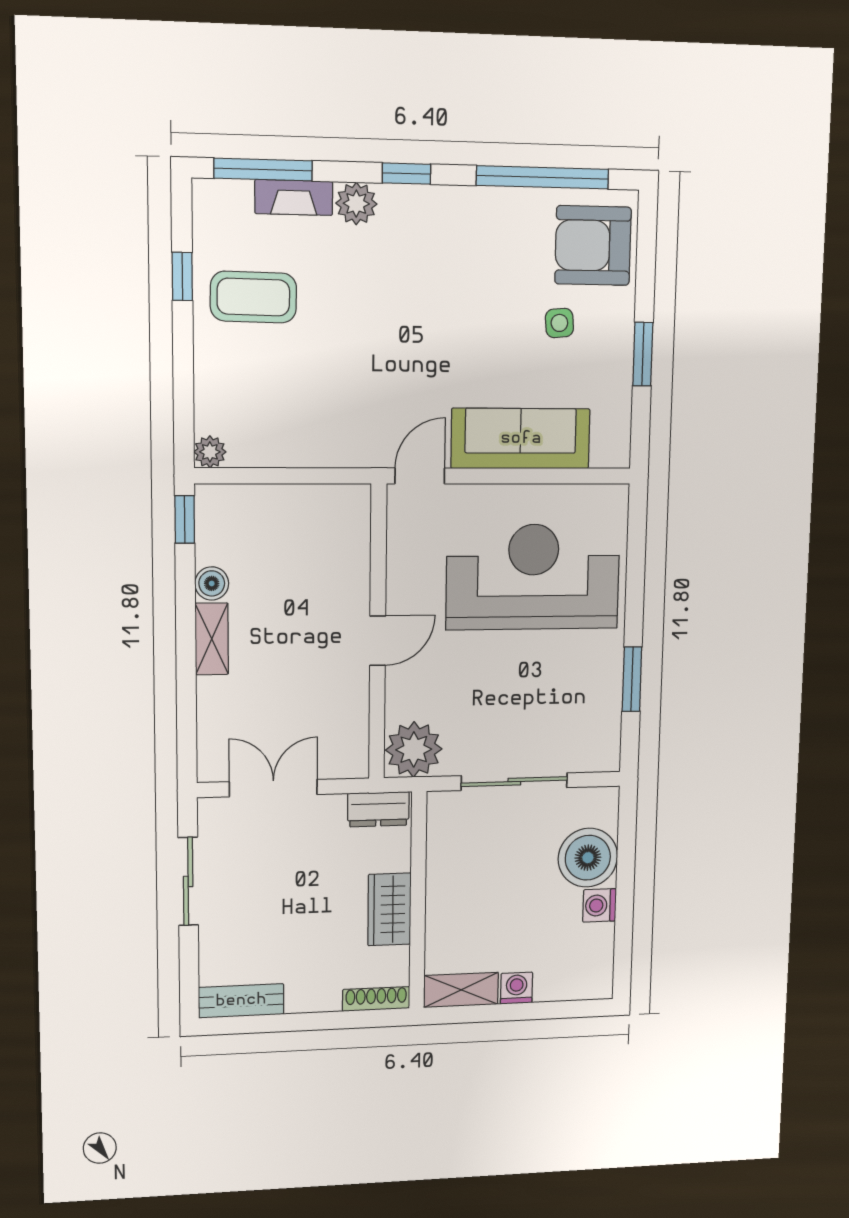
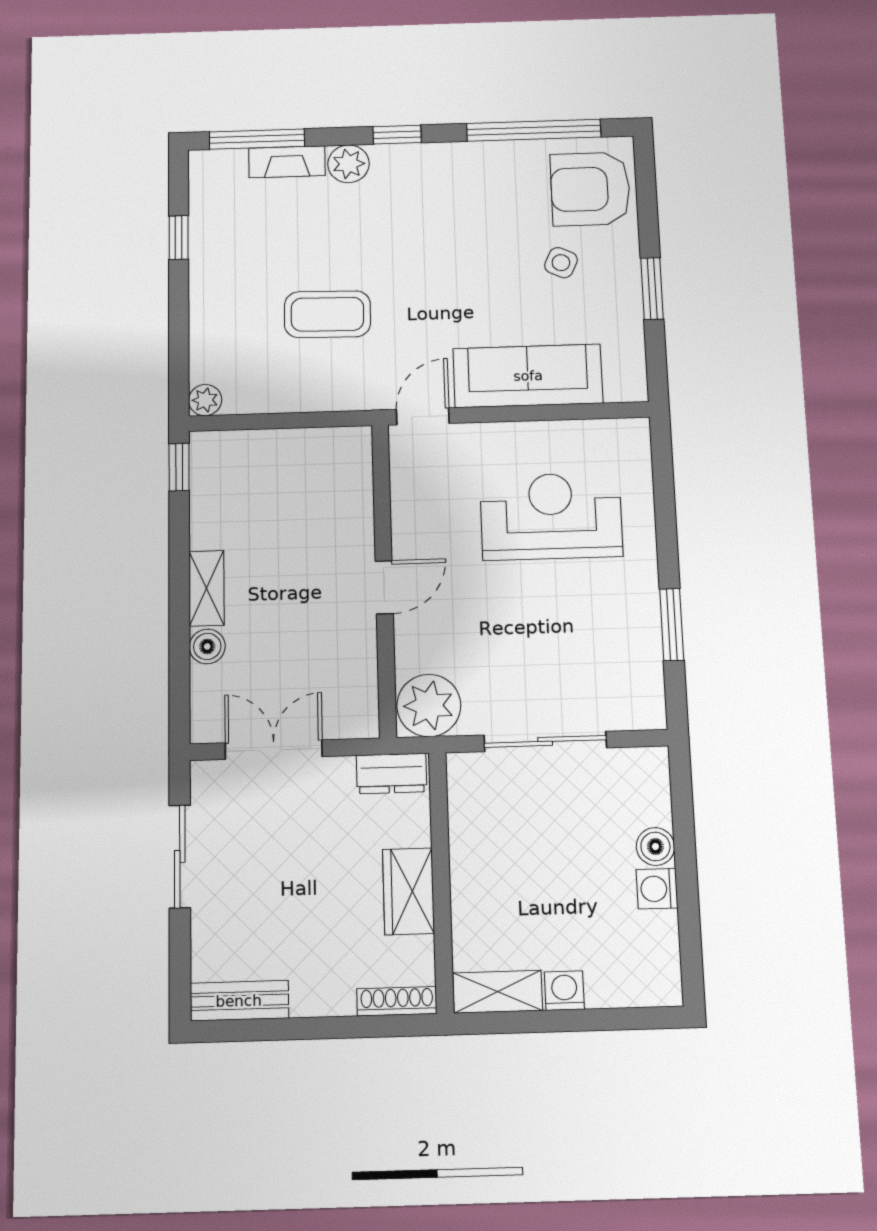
coffee table: (253, 297) -> (327, 314), moved
side table: (559, 323) -> (561, 263), turned 30
reception desk: (533, 577) -> (551, 516), width x0.74, depth x0.77
boiler: (212, 583) -> (207, 646), moved
boiler: (588, 858) -> (655, 847), width x0.54, depth x0.54

